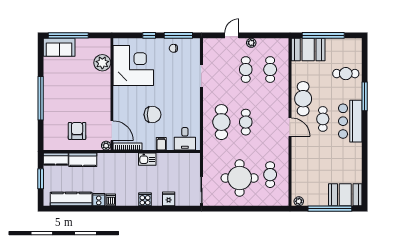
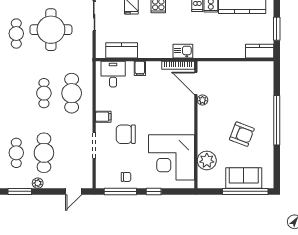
door: (232, 35) -> (74, 191), moved
window: (267, 35) -> (20, 191), added
sofa: (59, 47) -> (244, 178), moved
cafe table: (246, 70) -> (44, 153), width x1.37, depth x1.35
filing cabinet: (194, 101) -> (103, 117), added
chair: (152, 115) -> (126, 134), moved
armchair: (77, 131) -> (242, 134), moved, turned -69
plant: (106, 146) -> (202, 100), moved
kitchen sink: (147, 159) -> (183, 51), moved
kitchen counter: (83, 160) -> (122, 50), moved

